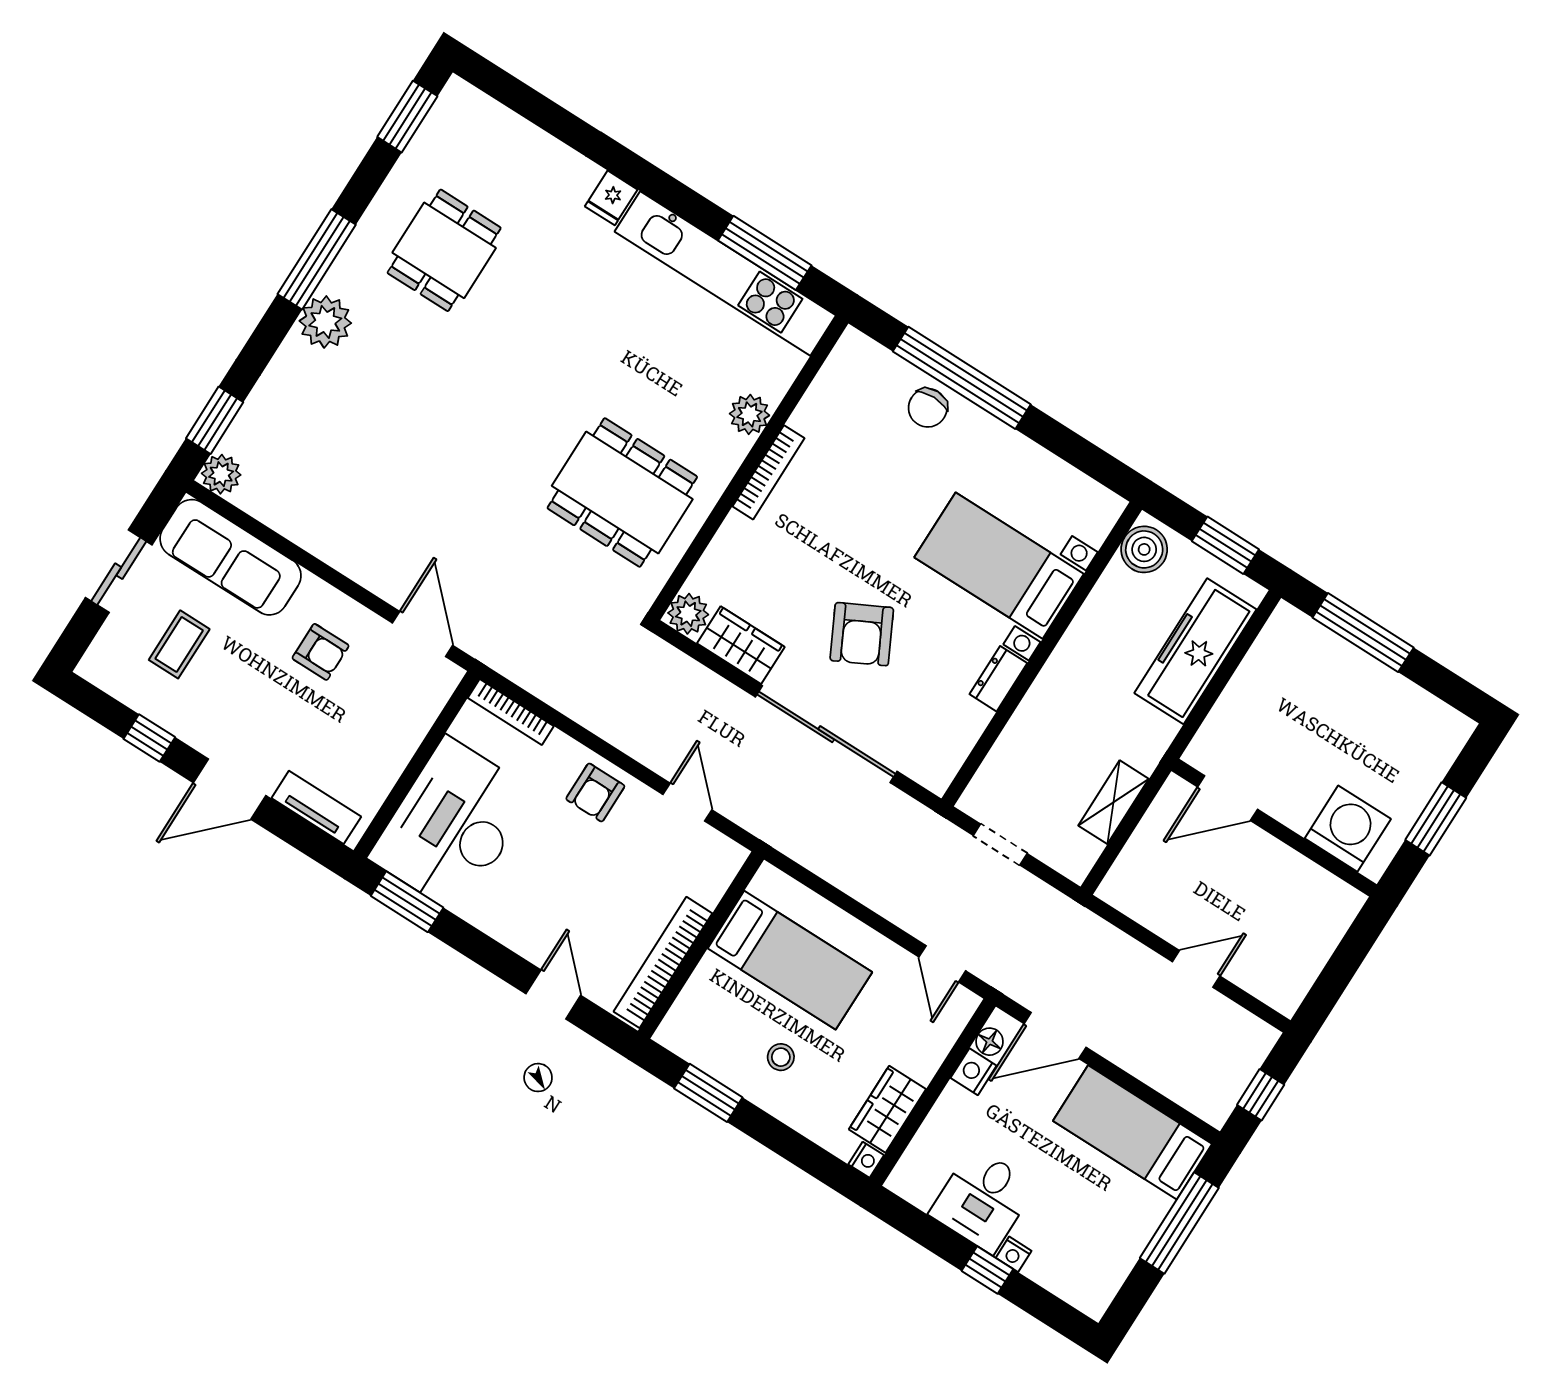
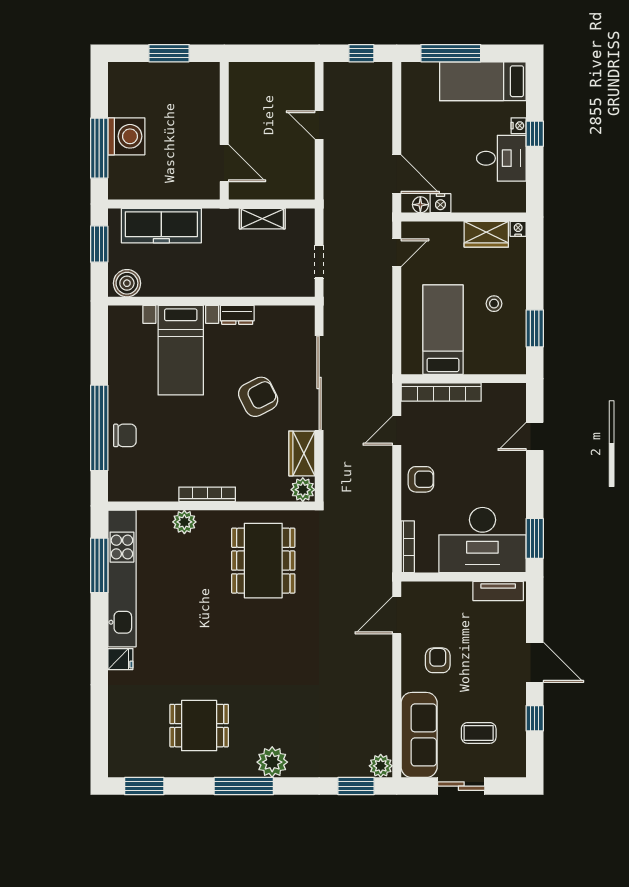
tv unit: (316, 807) -> (498, 591), moved, turned -90
washing machine: (1348, 829) -> (126, 136), moved, turned 180
bookcase: (663, 962) -> (441, 392), moved
bed: (1133, 1132) -> (483, 81), moved, turned 90

